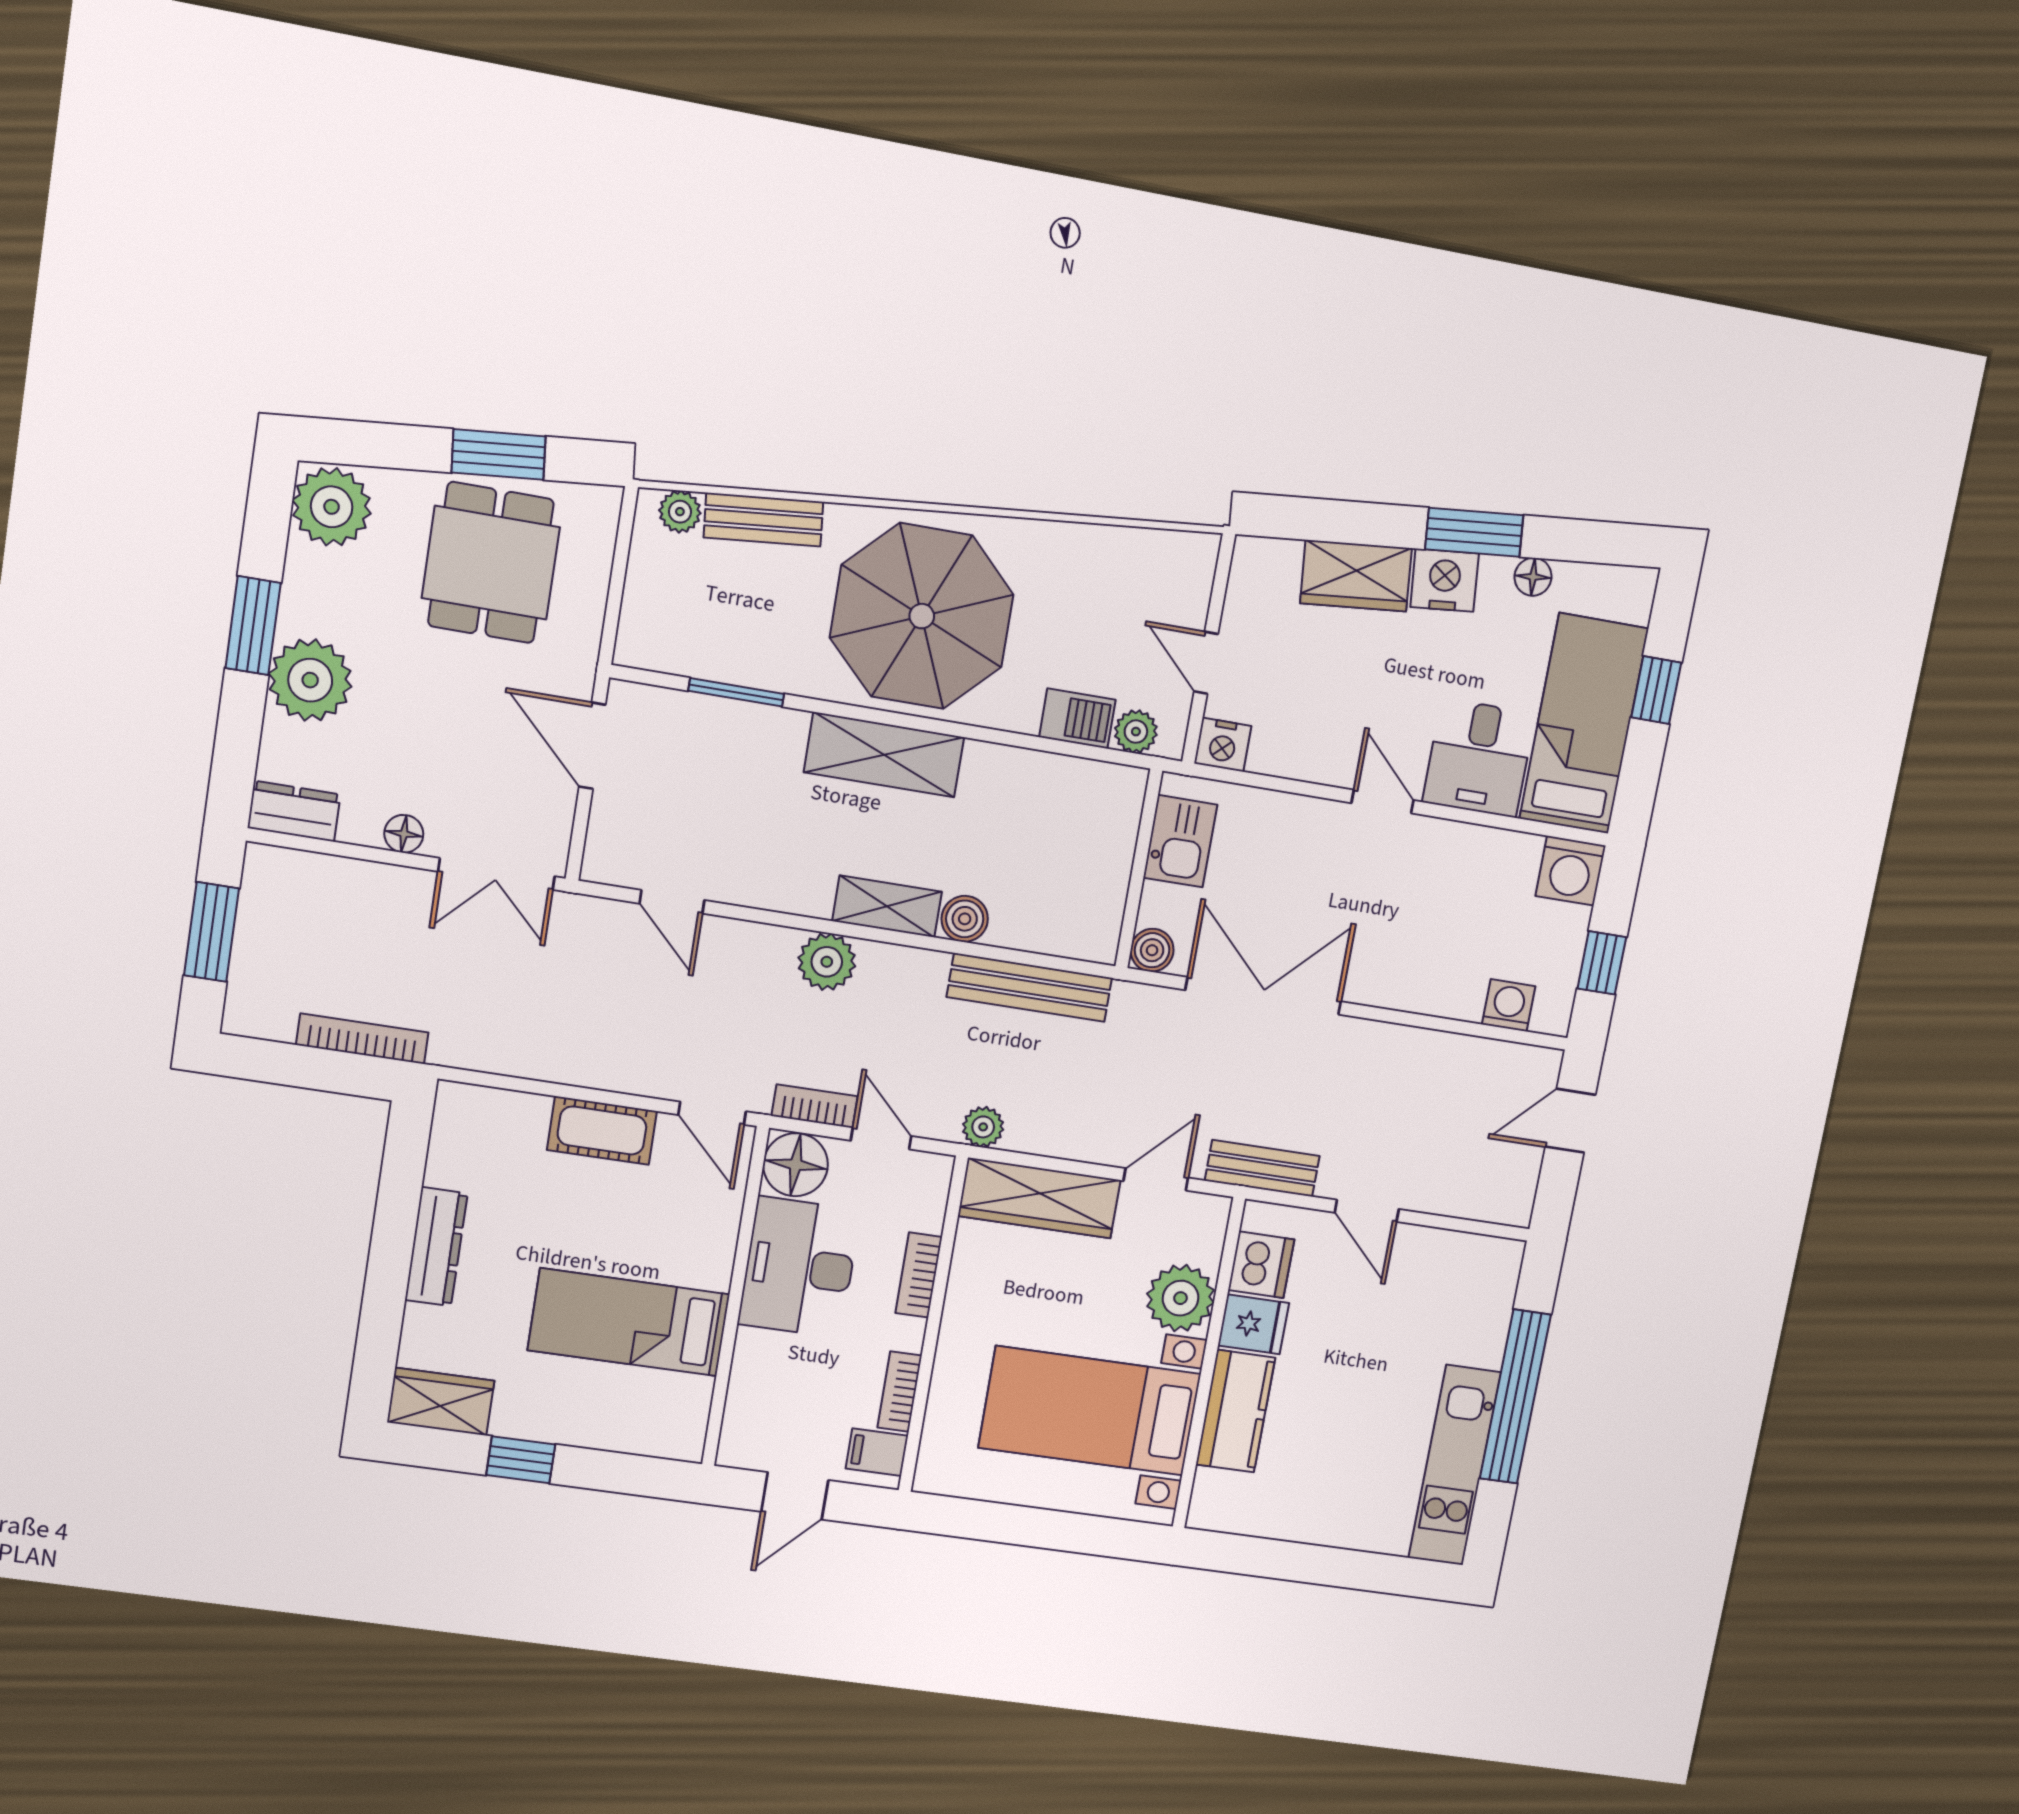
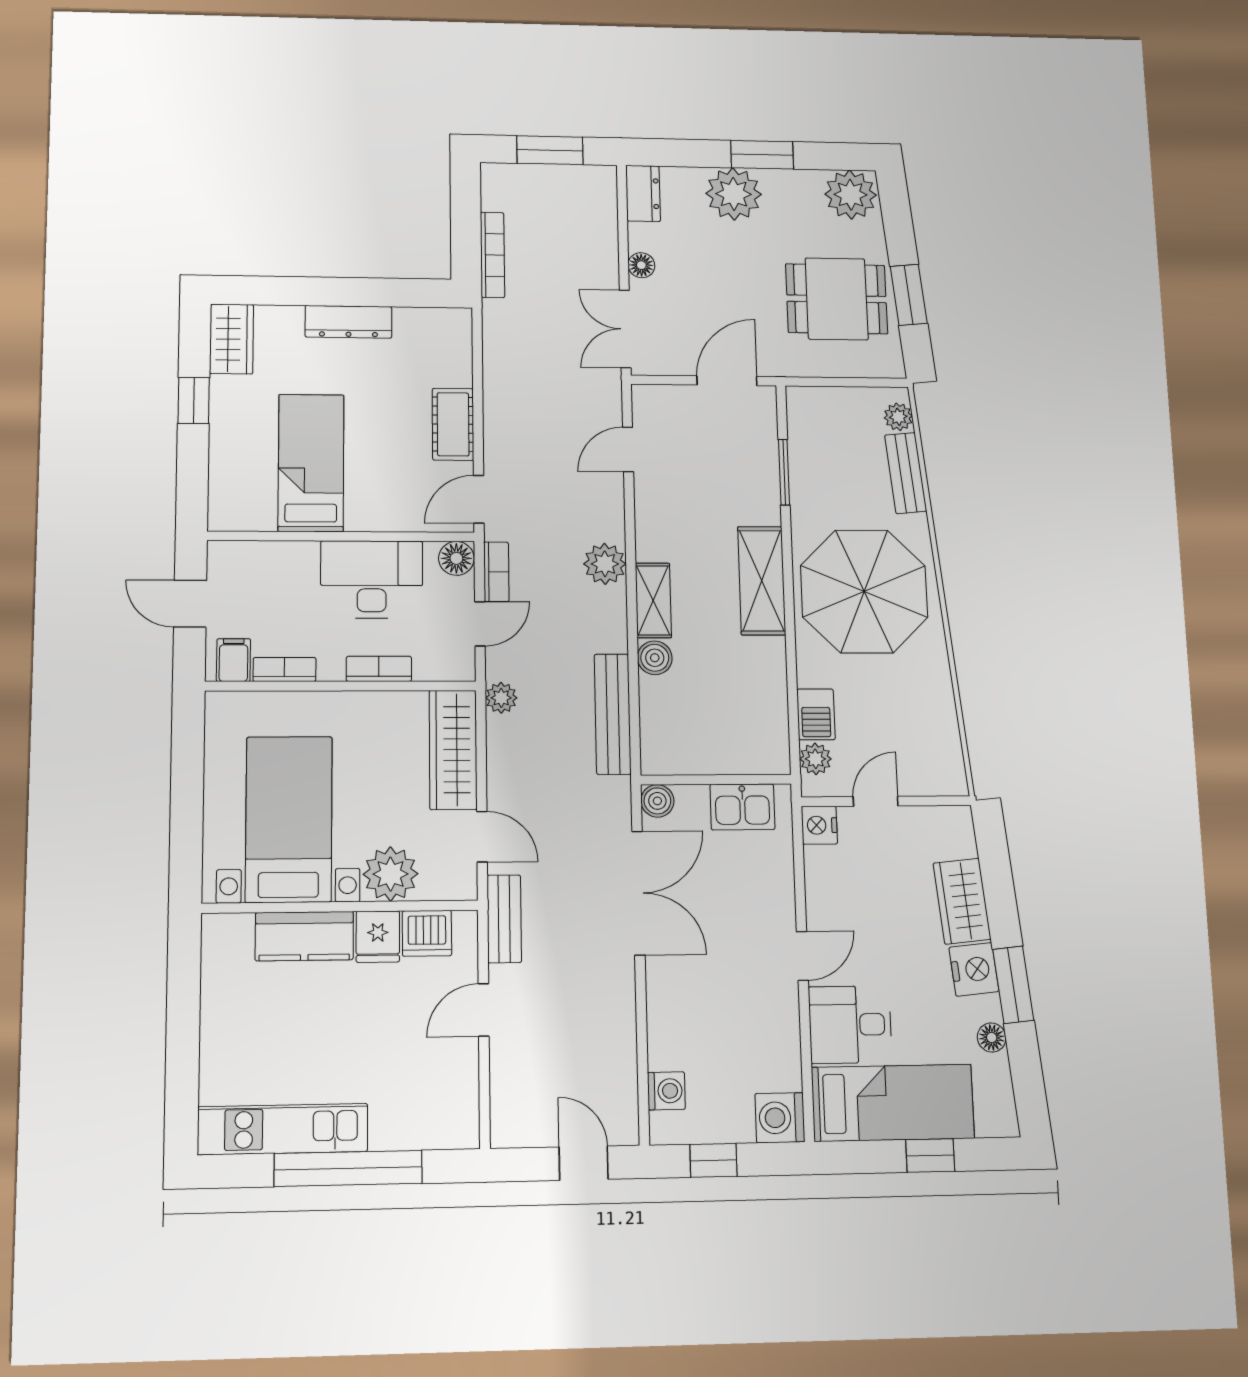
floor lamp: (796, 1165) -> (456, 558), width x0.73, depth x0.73

